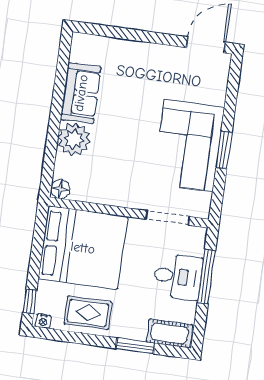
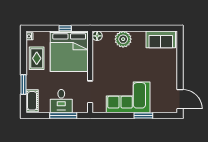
sofa: (81, 93) -> (161, 39), moved
window: (224, 150) -> (143, 115), moved
window: (30, 301) -> (65, 28), moved

